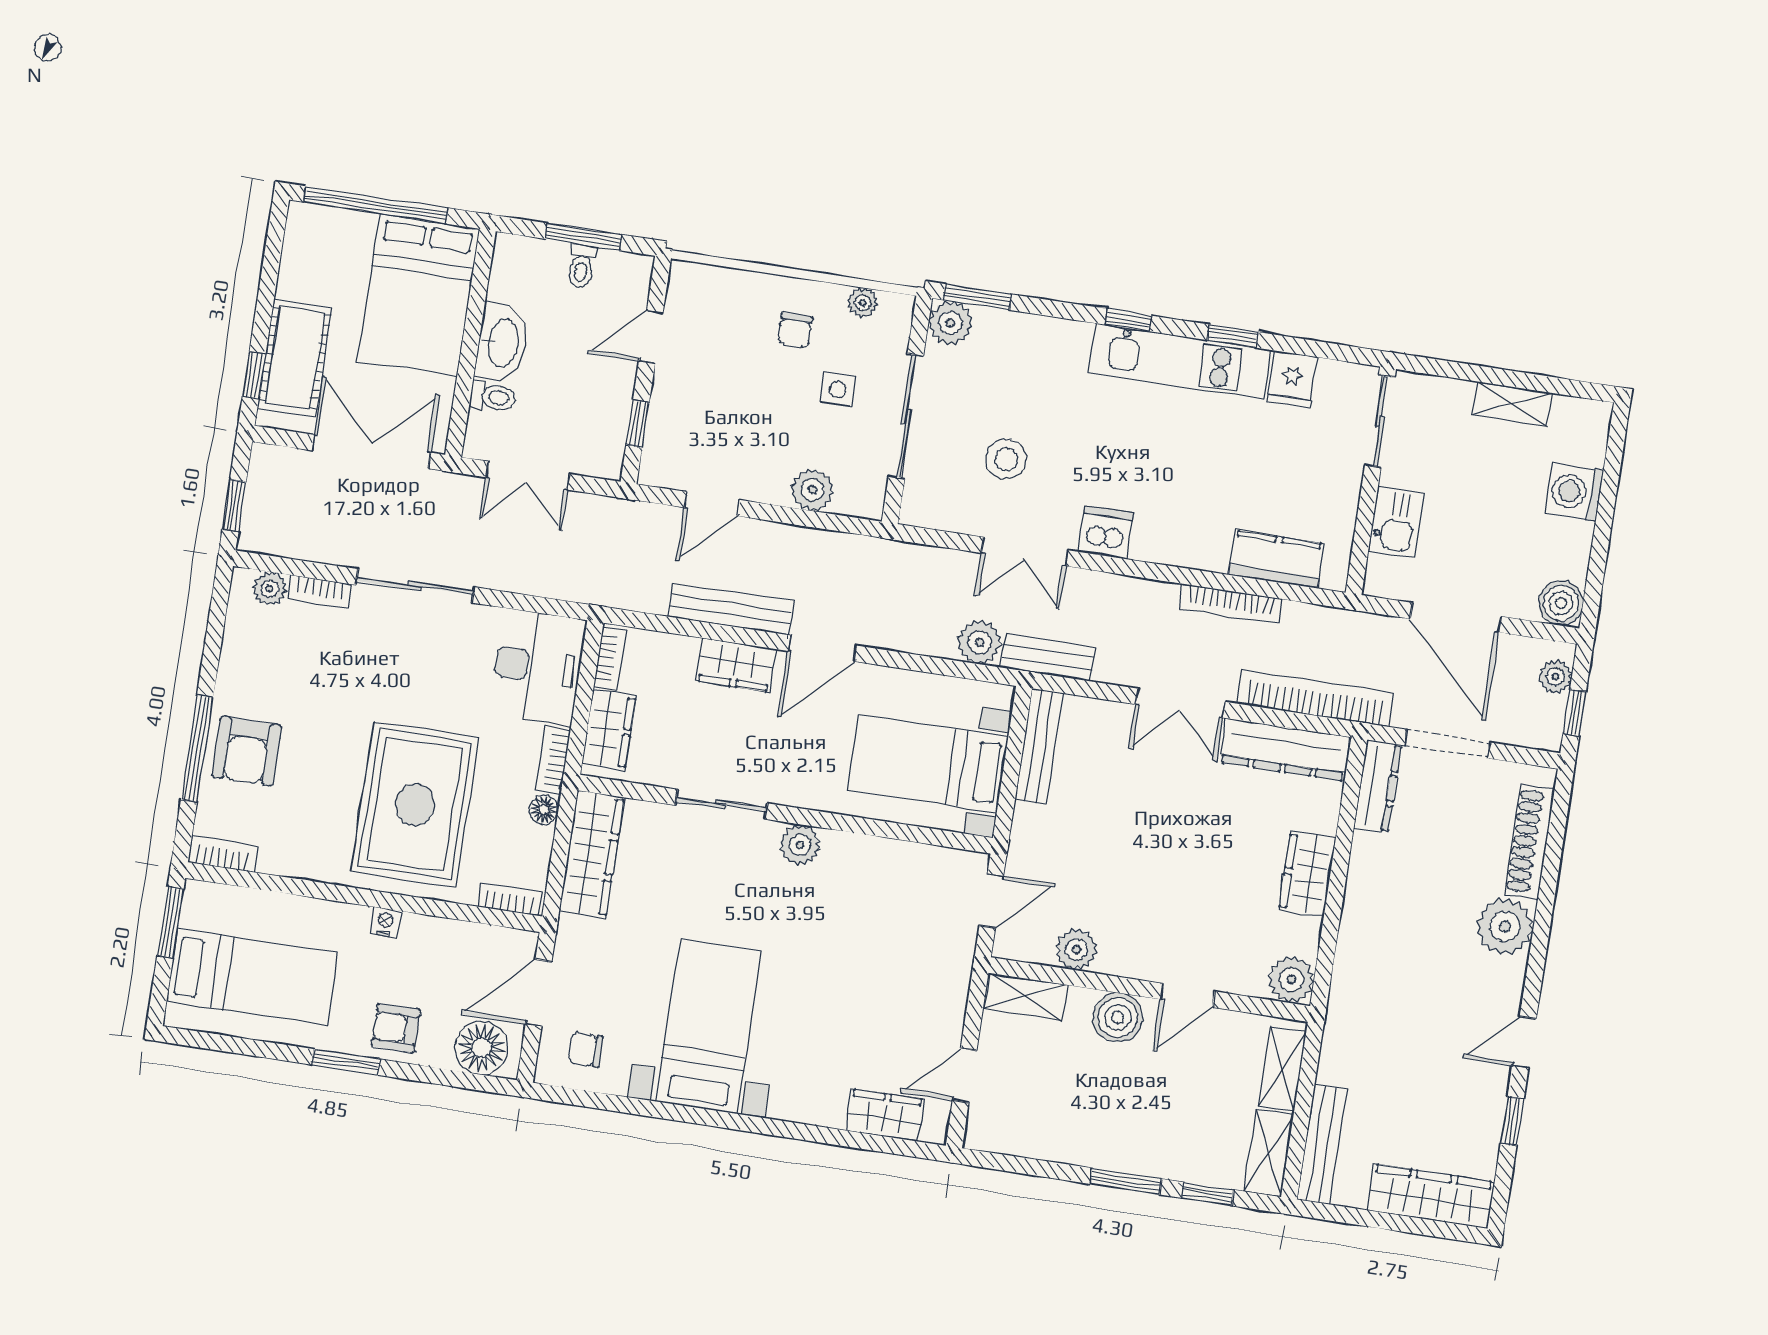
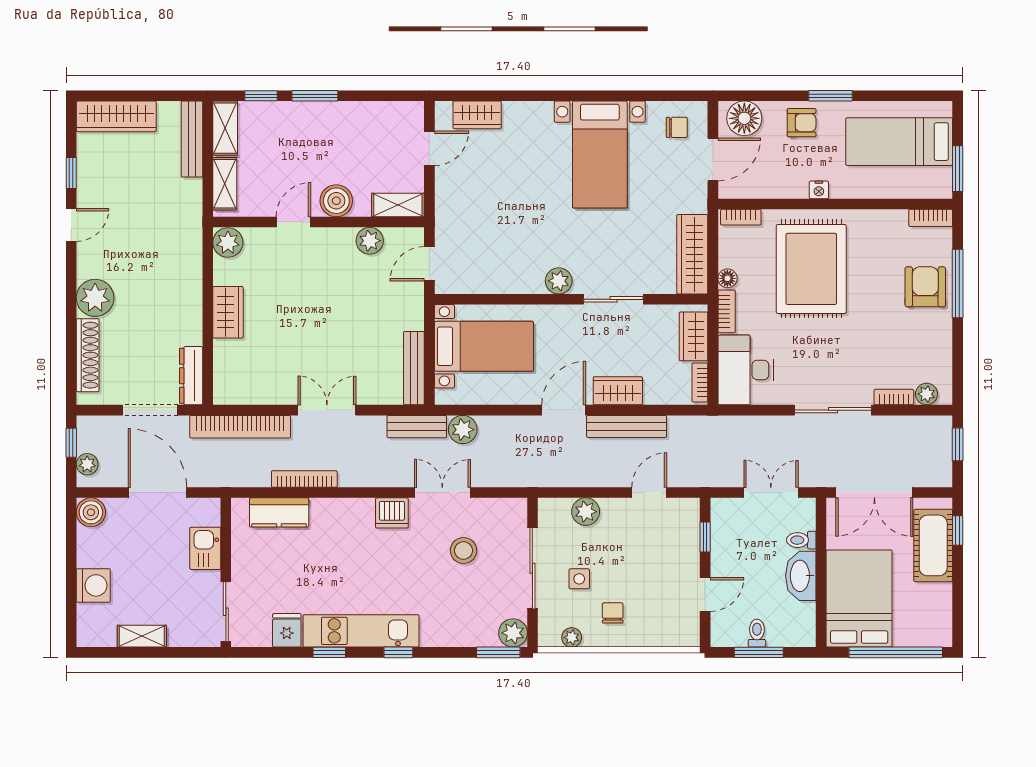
dresser: (1285, 750) -> (255, 390), removed

